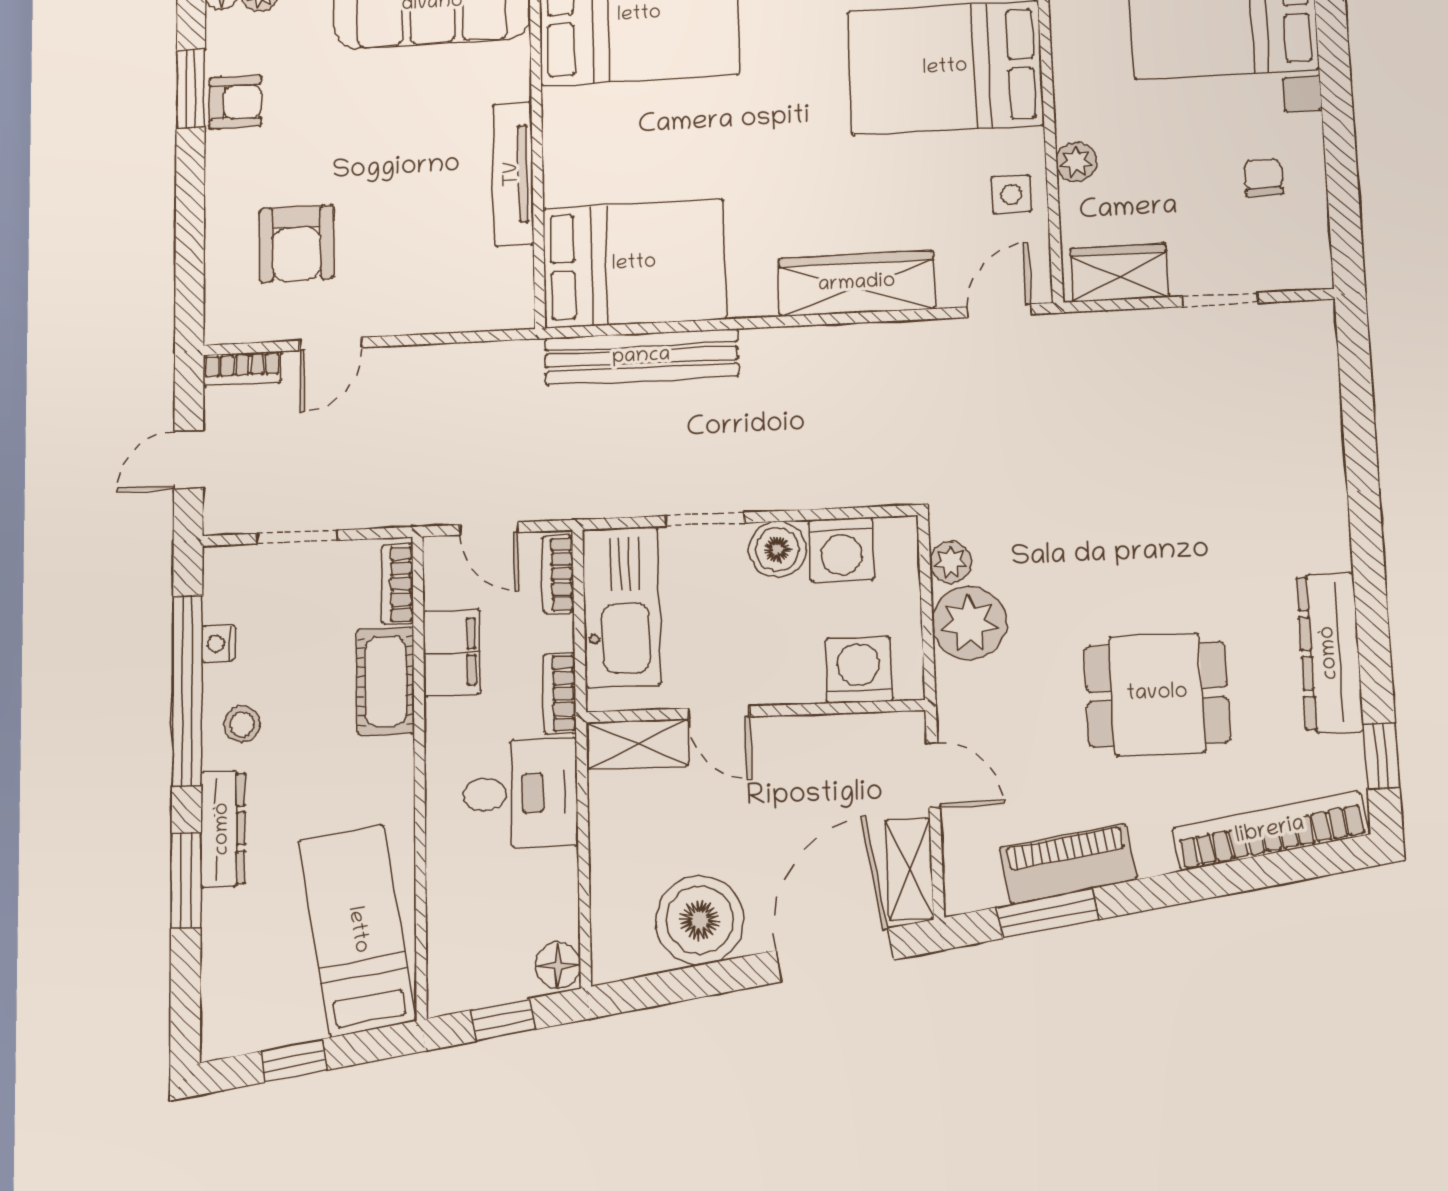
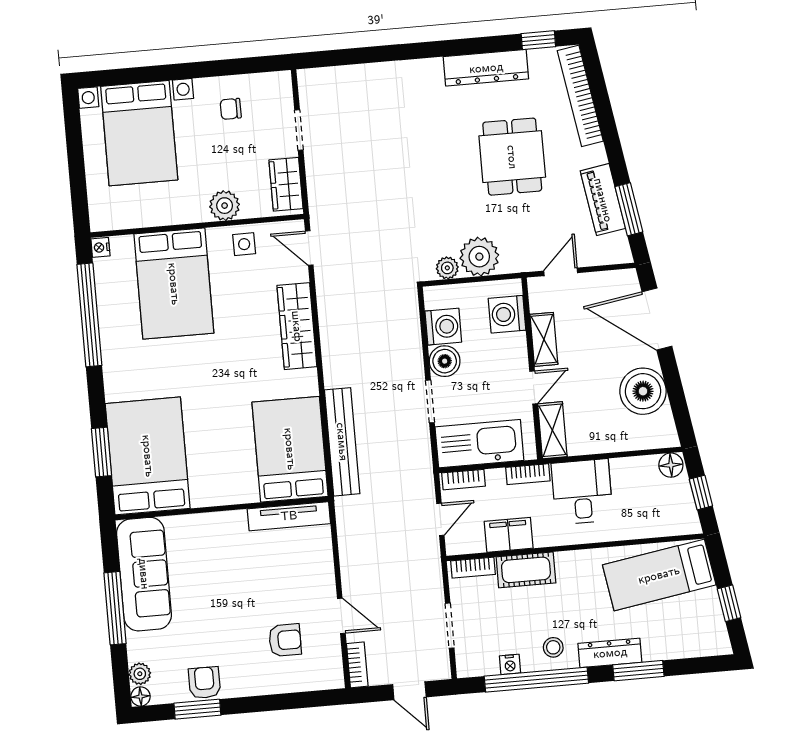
plant: (1076, 162) -> (225, 206), width x1.38, depth x1.38
tv unit: (513, 174) -> (289, 516), moved
armchair: (297, 244) -> (285, 640), width x0.72, depth x0.72
shelving: (910, 869) -> (544, 339), moved, turned 90

